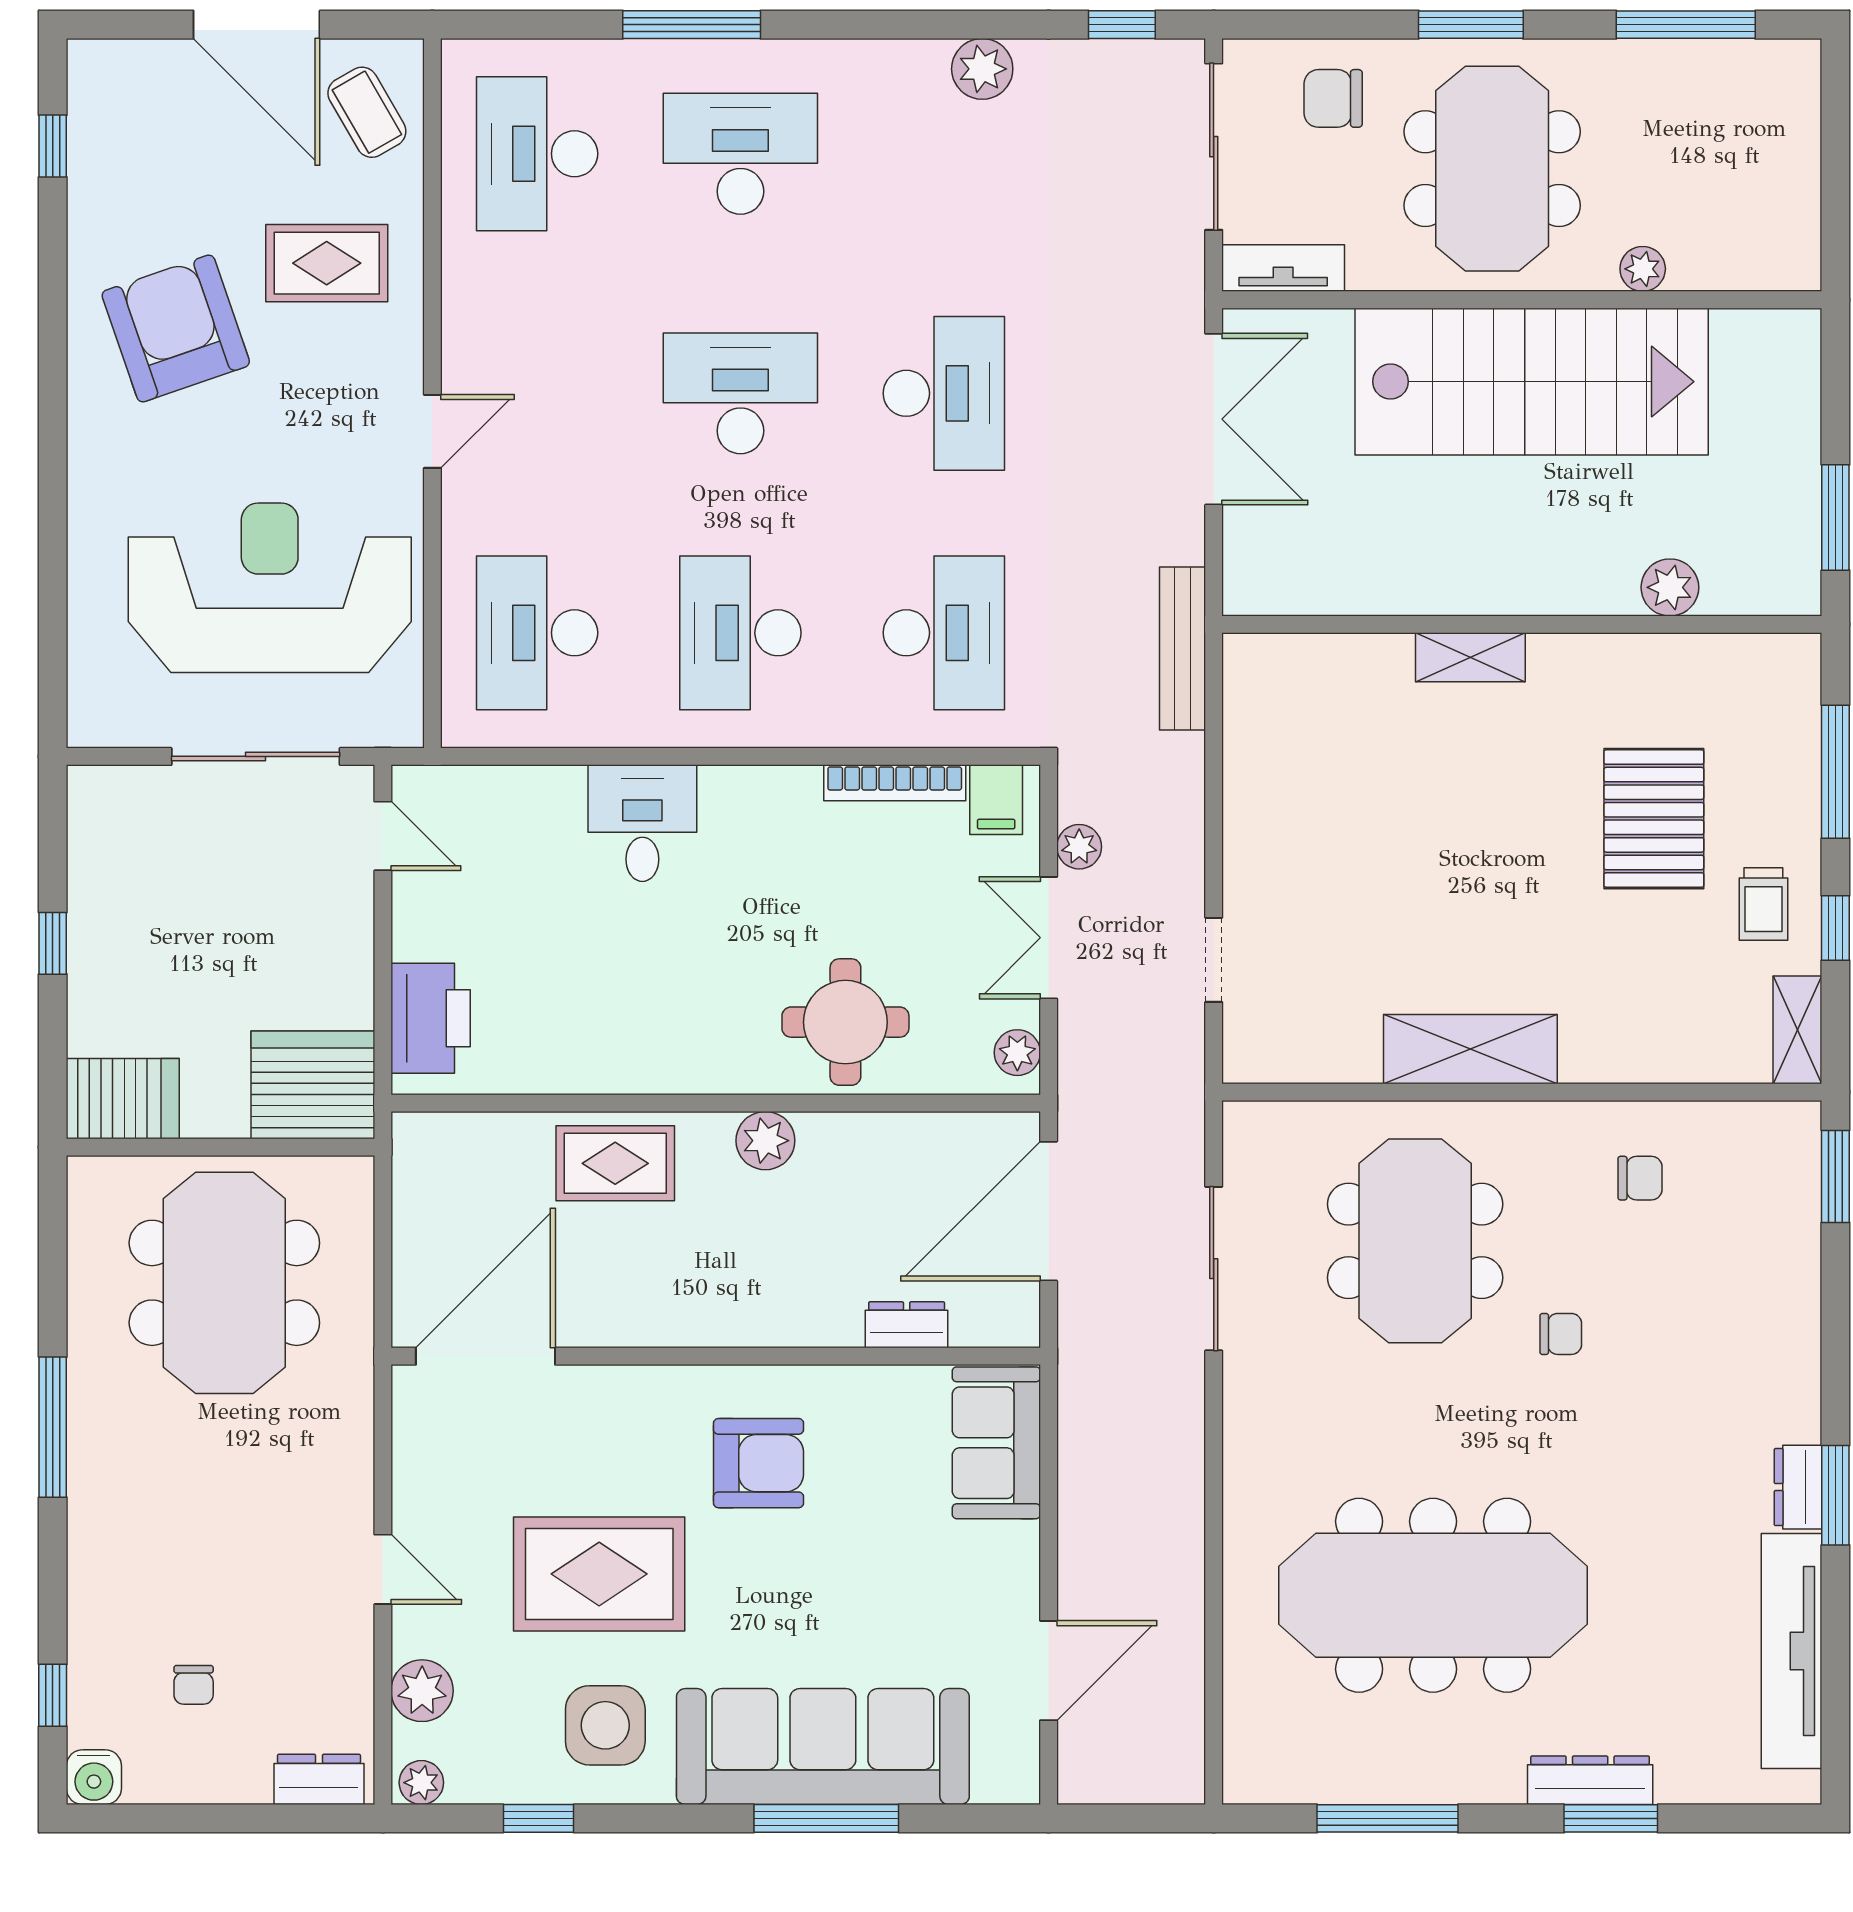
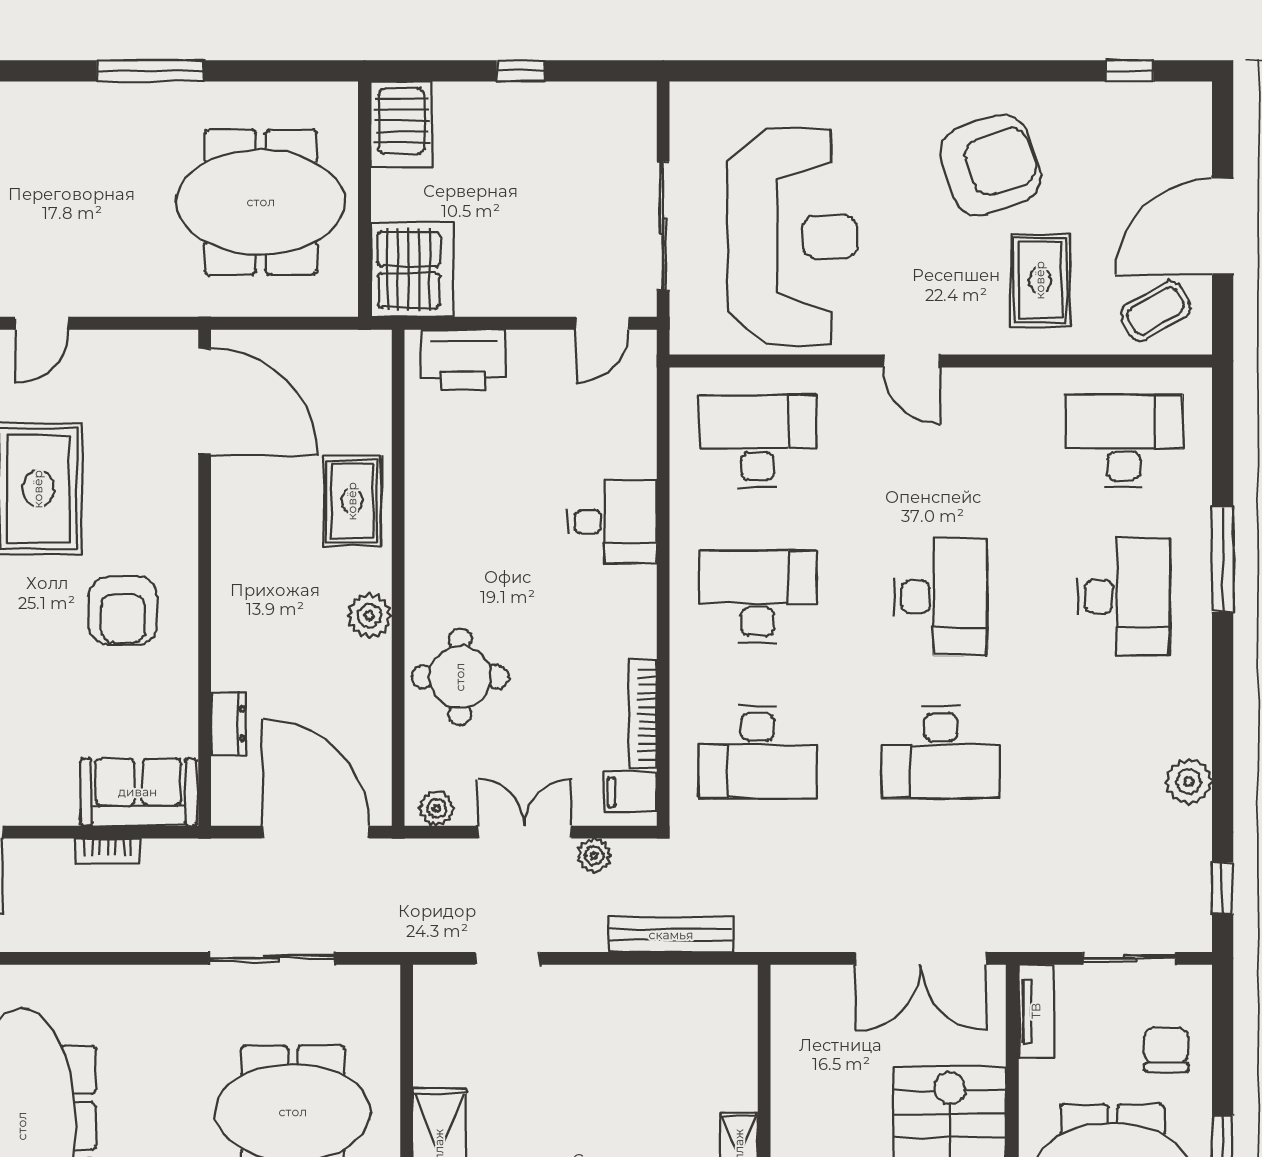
sliding door: (1214, 147) -> (1129, 958), width x0.73
bench: (1183, 649) -> (671, 935), moved
bookcase: (1074, 1483) -> (107, 851), added

